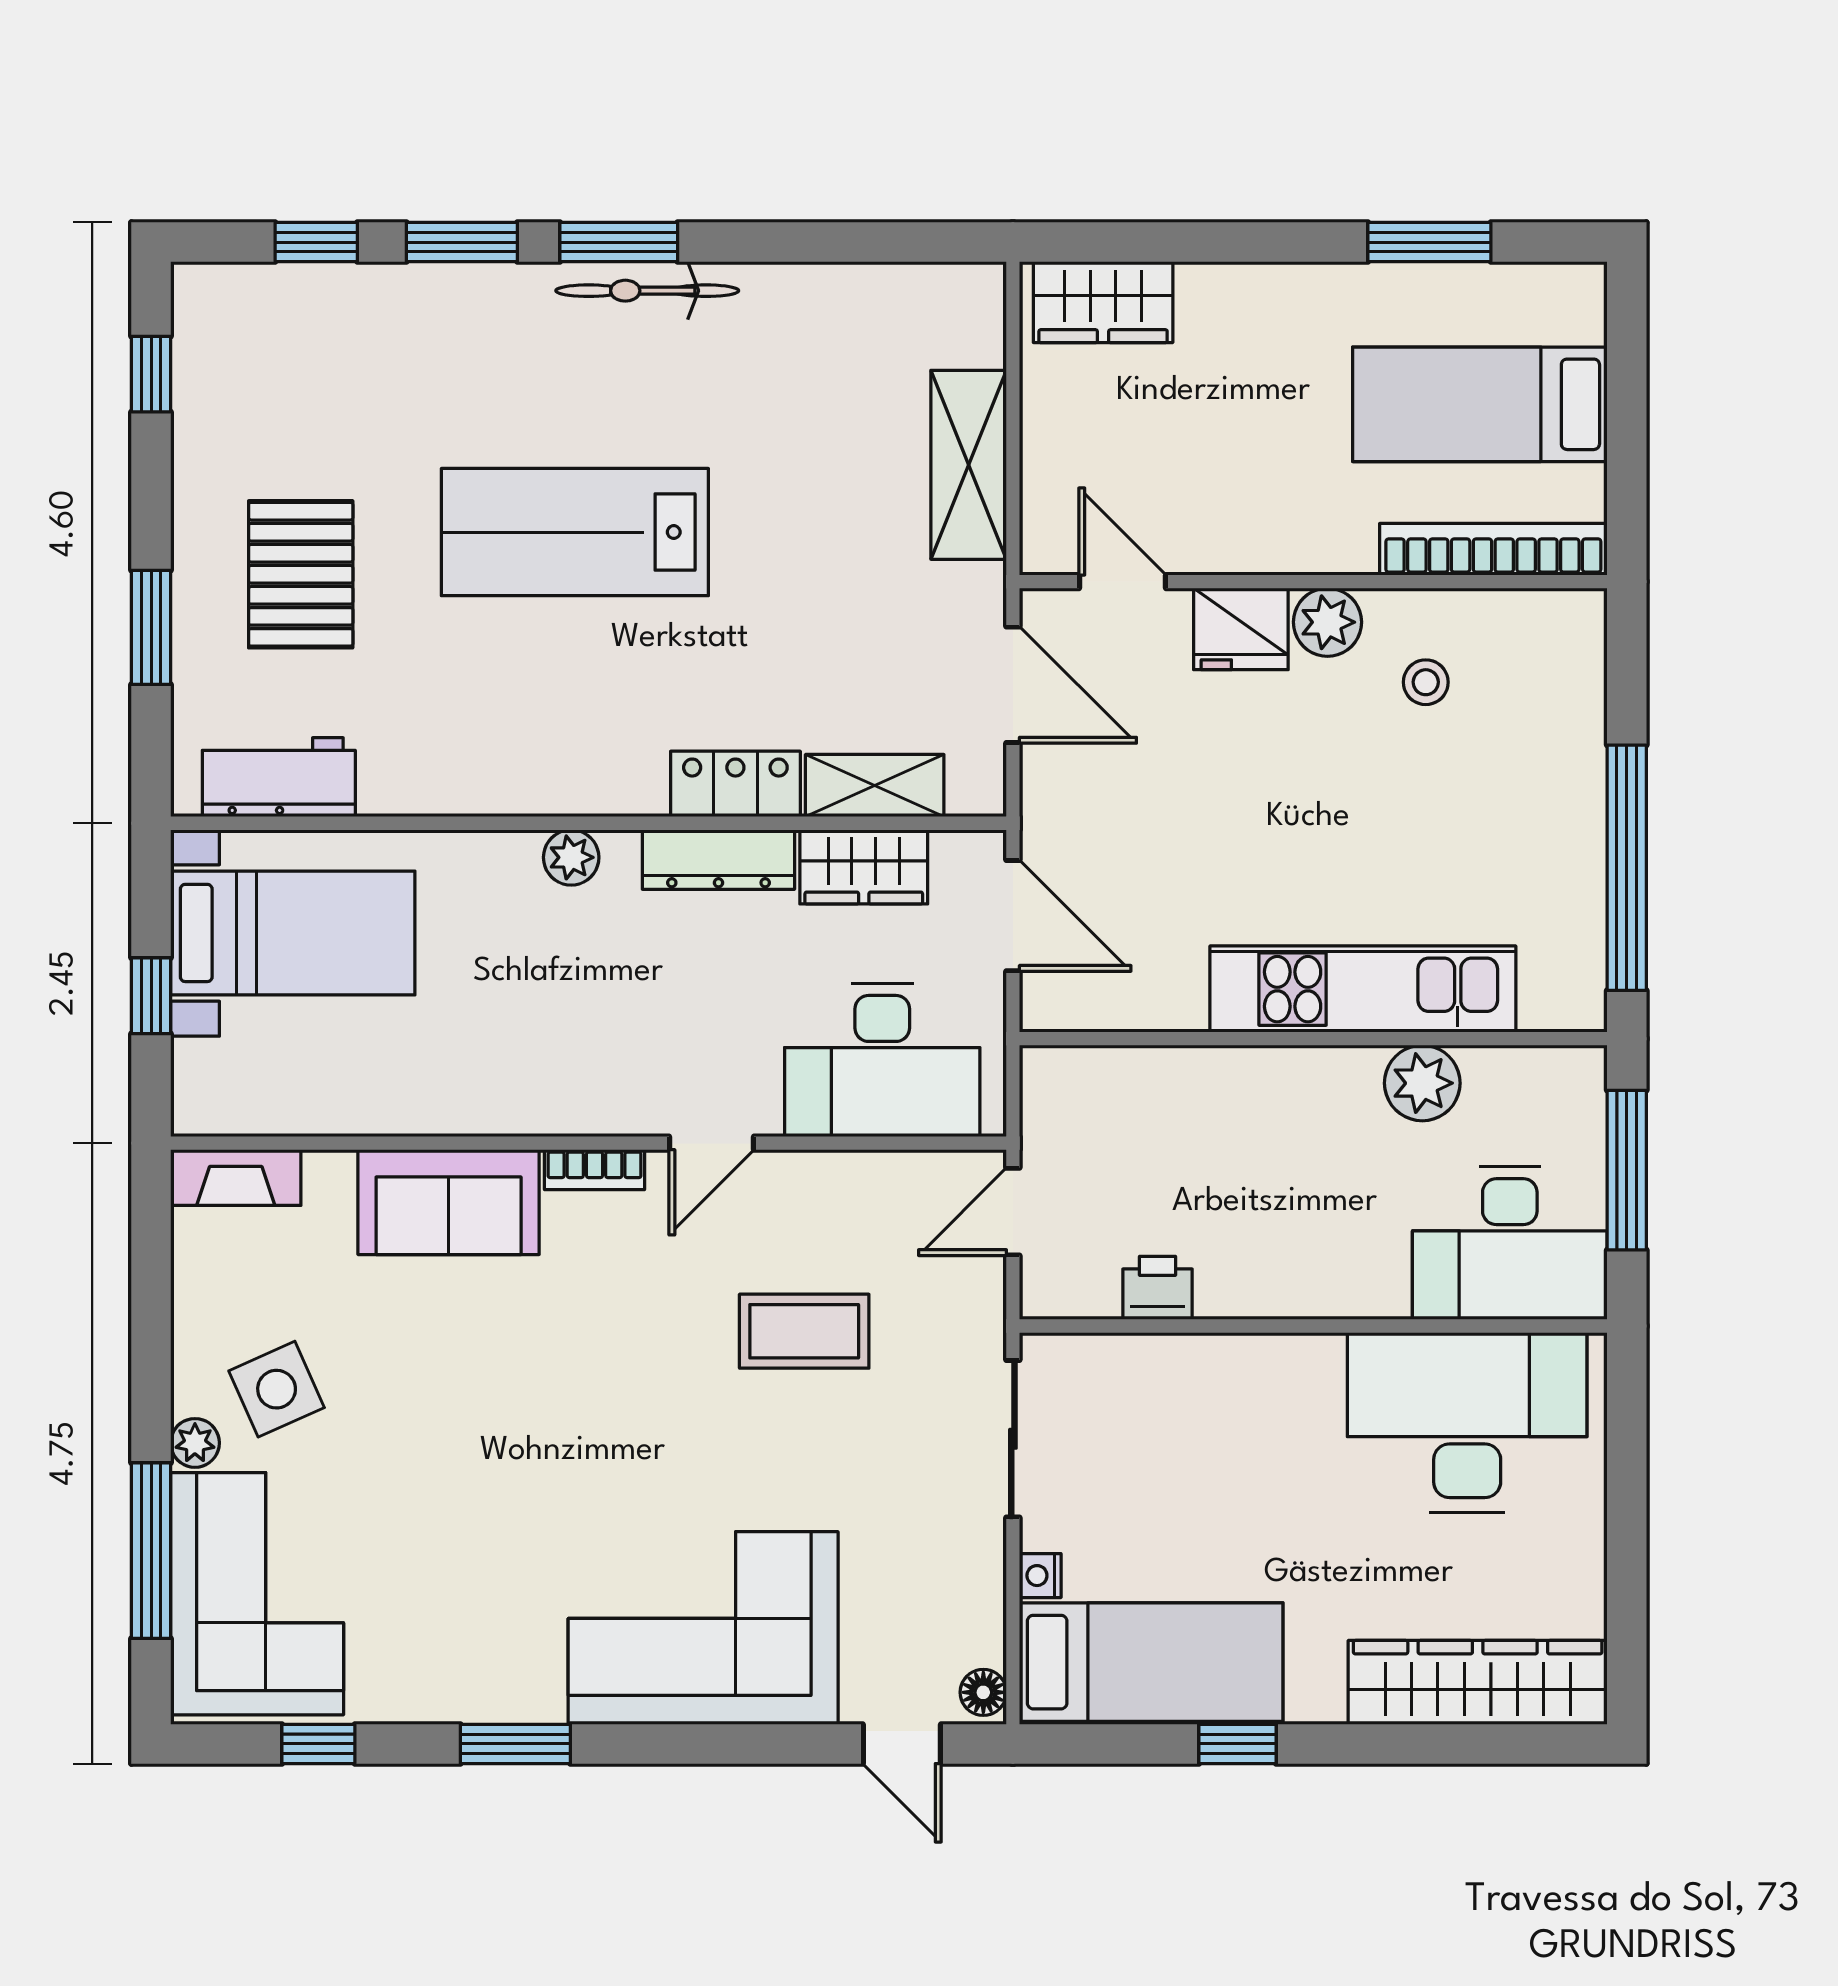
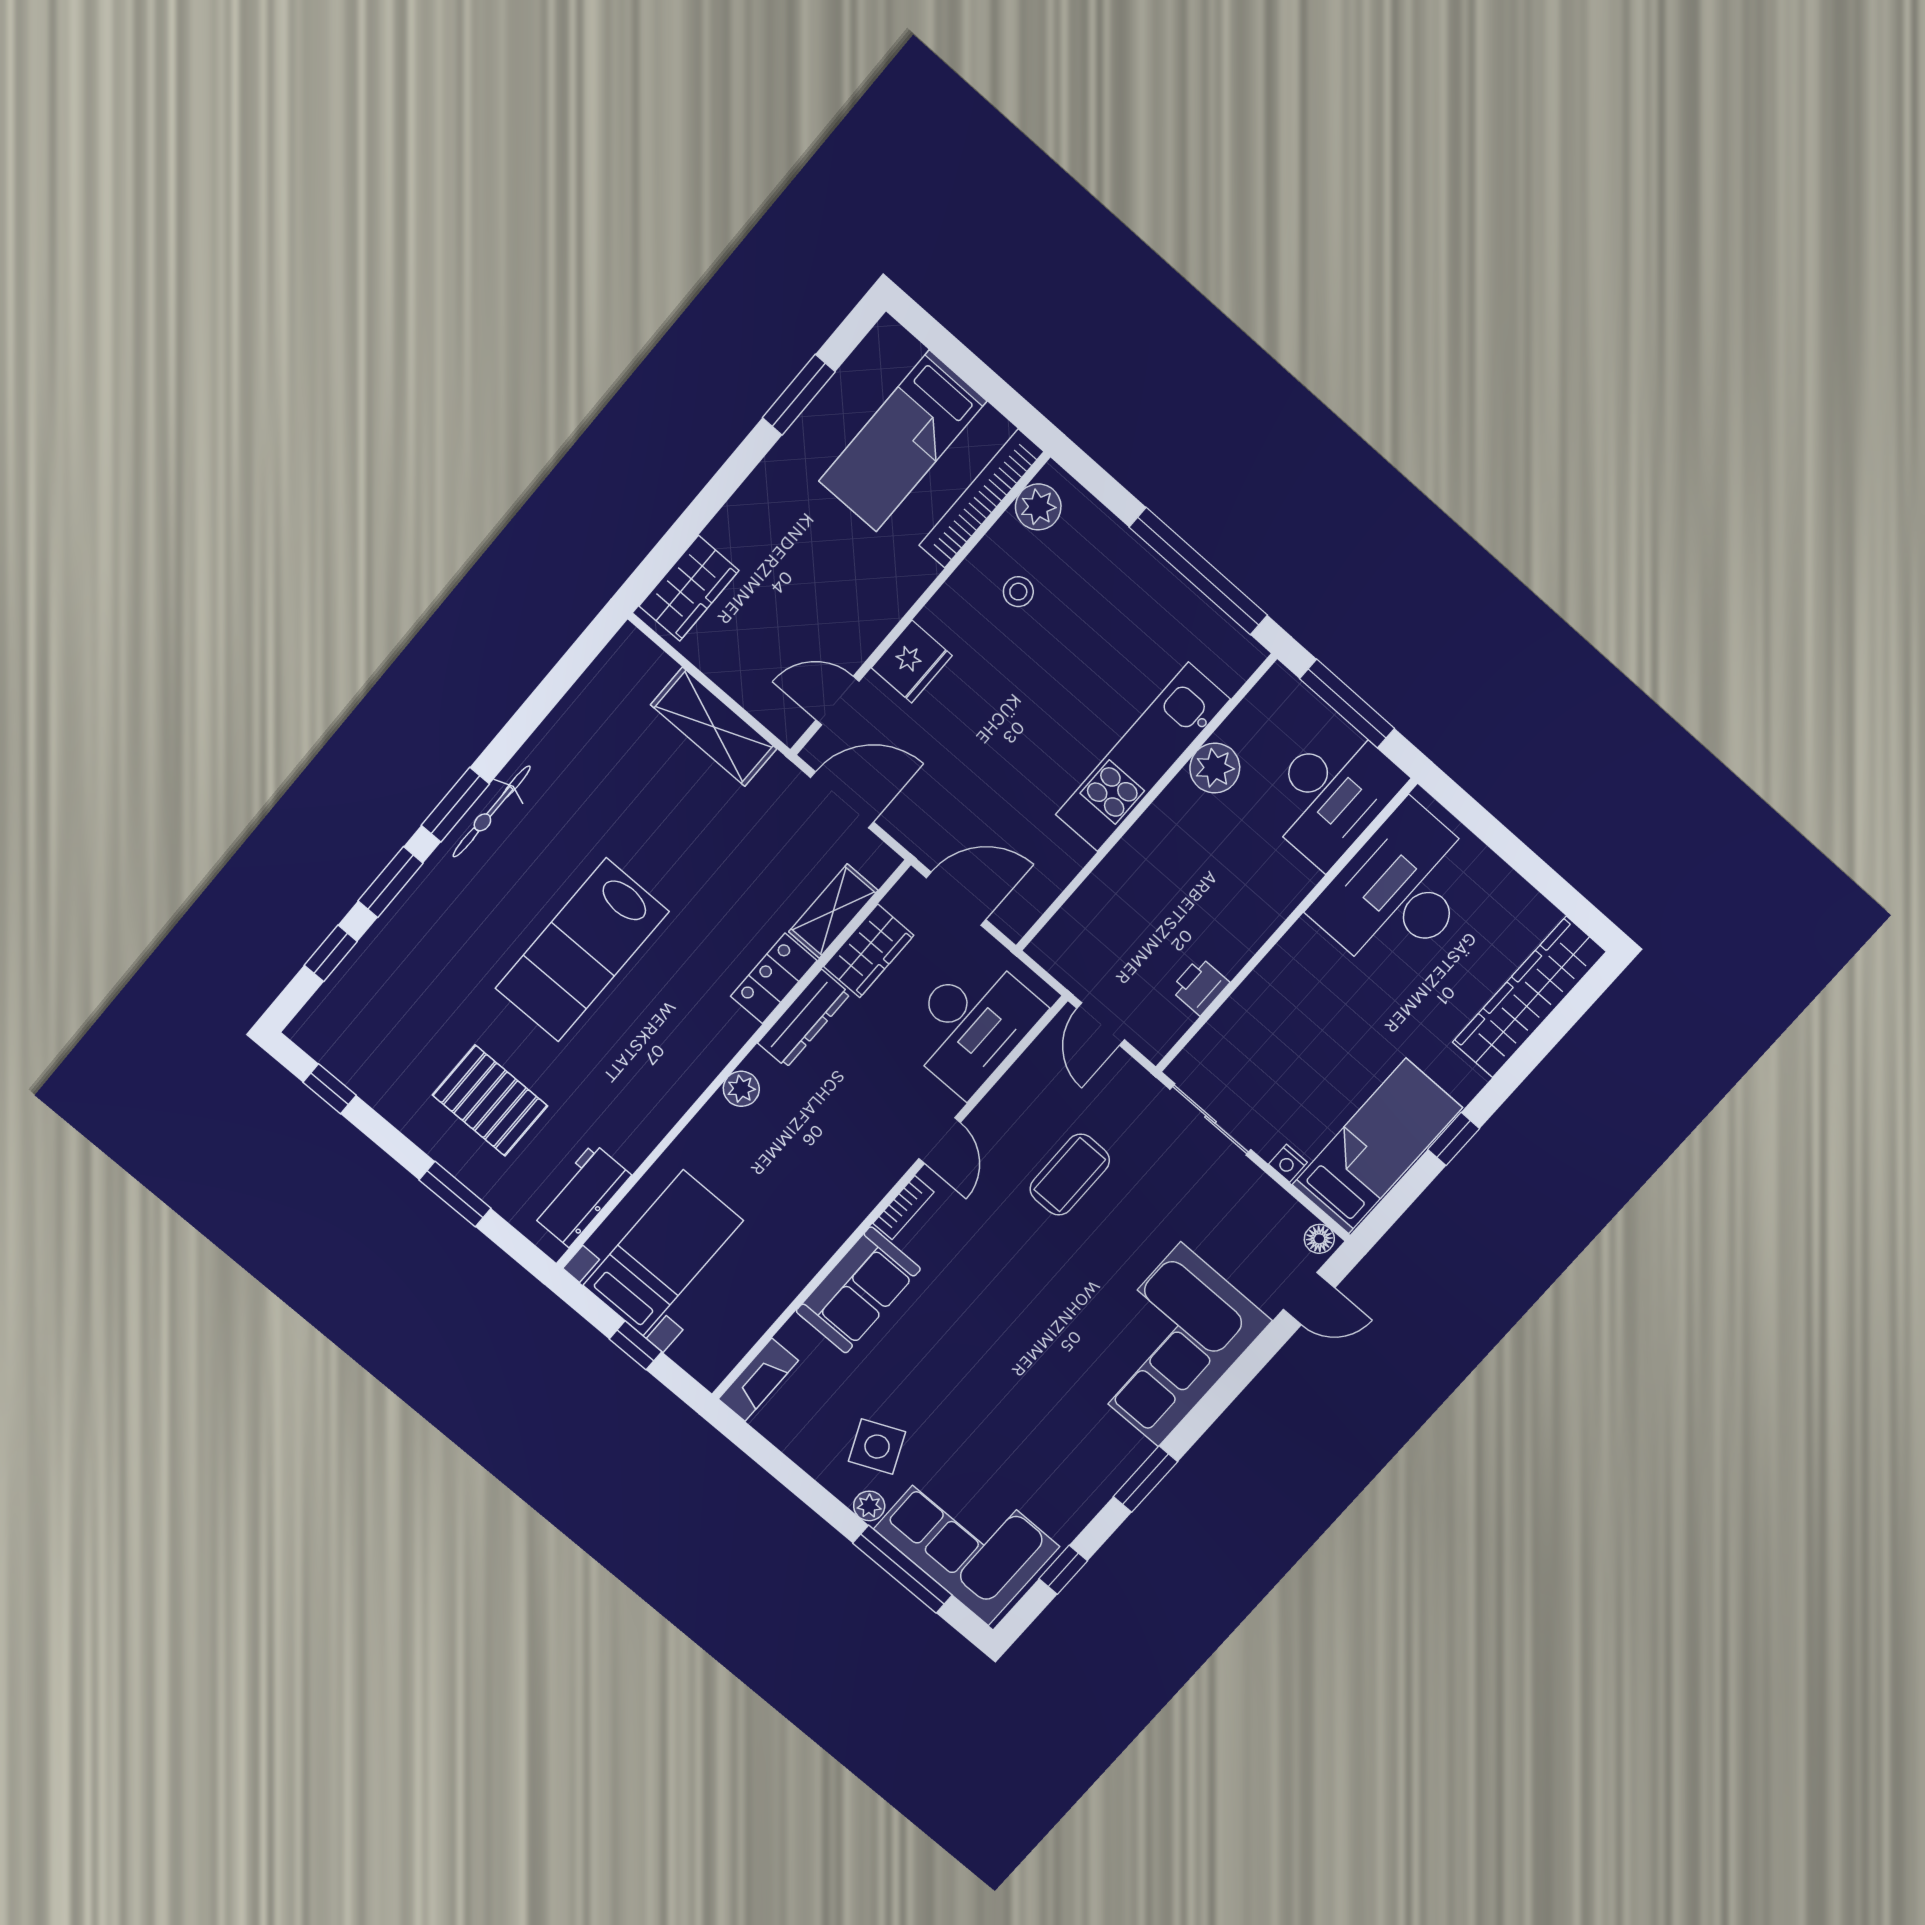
plant: (1327, 622) -> (1038, 507), moved

